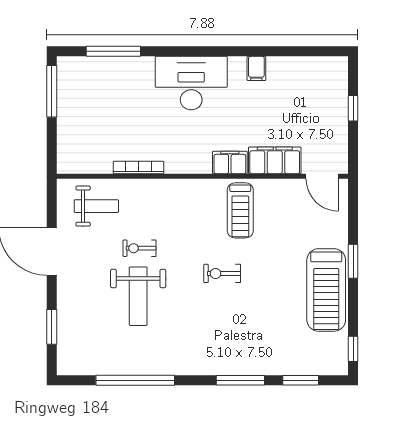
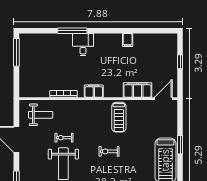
window: (113, 51) -> (72, 31), moved
desk: (191, 83) -> (83, 45), width x0.53, depth x0.77
filing cabinet: (230, 162) -> (94, 91), moved
door: (322, 176) -> (163, 99), swing flipped

